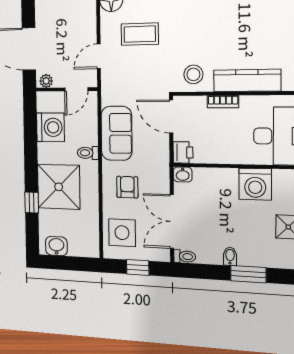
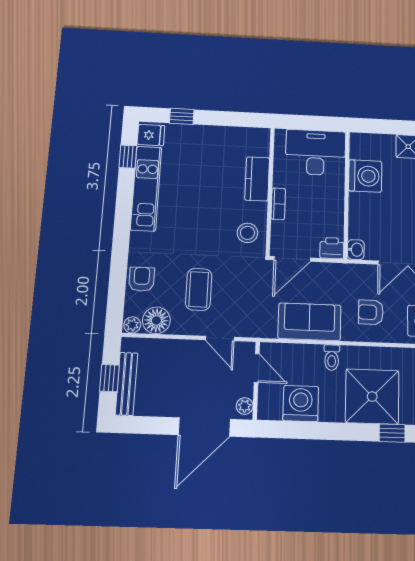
kitchen counter: (247, 80) -> (257, 179), width x0.67

